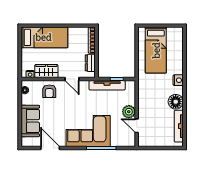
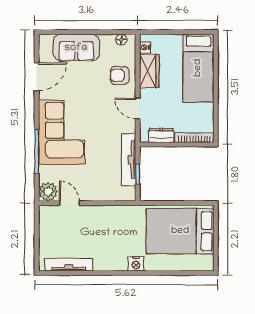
bed: (156, 50) -> (180, 231), width x1.50
door: (72, 79) -> (138, 109), hinge flipped
floor lamp: (176, 102) -> (104, 260), removed
plant: (129, 112) -> (48, 192), moved
door: (137, 126) -> (69, 203), hinge flipped

